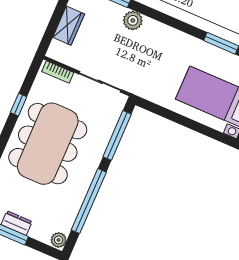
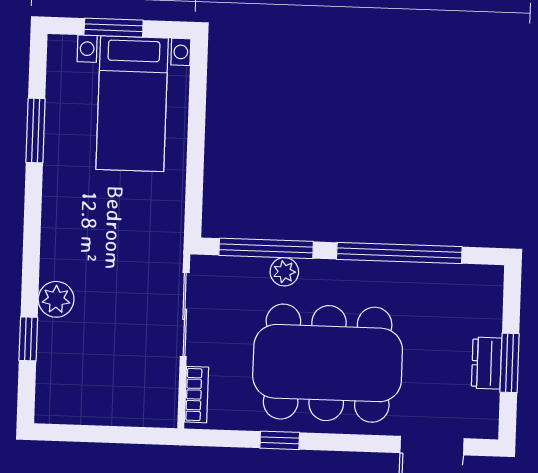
wardrobe: (69, 26) -> (109, 407), removed
plant: (59, 240) -> (284, 272), moved

